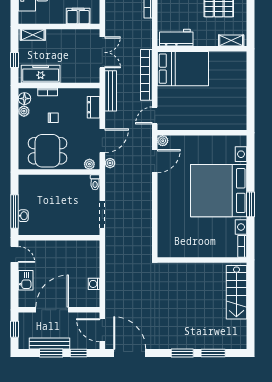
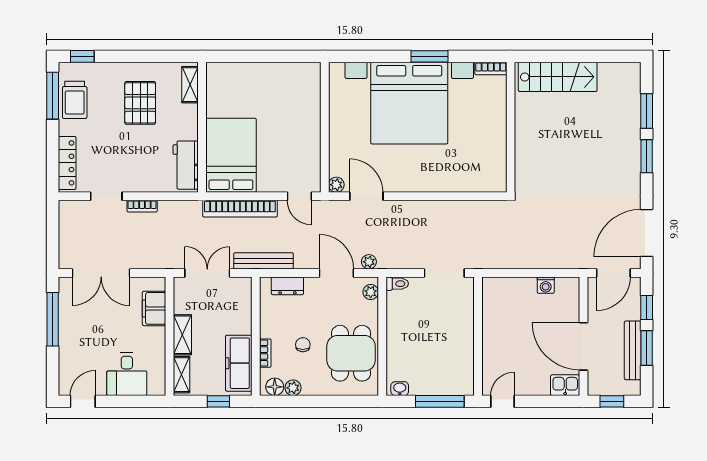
shelving: (60, 35) -> (182, 335), added
washbasin: (23, 216) -> (400, 389), moved
kitchen sink: (26, 280) -> (565, 385), moved

